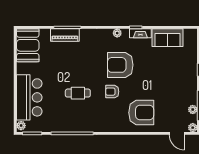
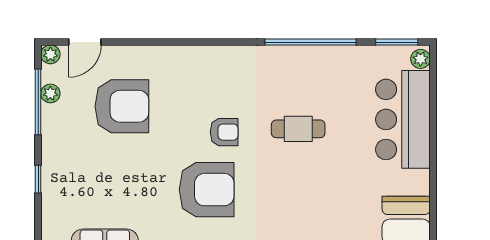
armchair: (141, 113) -> (122, 106), moved, turned 180
door: (177, 133) -> (85, 42), swing flipped

